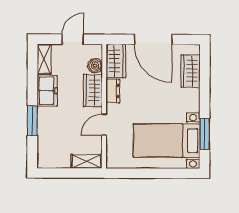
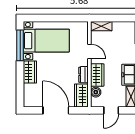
wardrobe: (191, 71) -> (30, 72), moved
door: (104, 125) -> (89, 51), hinge flipped
window: (205, 134) -> (20, 45), width x1.44

